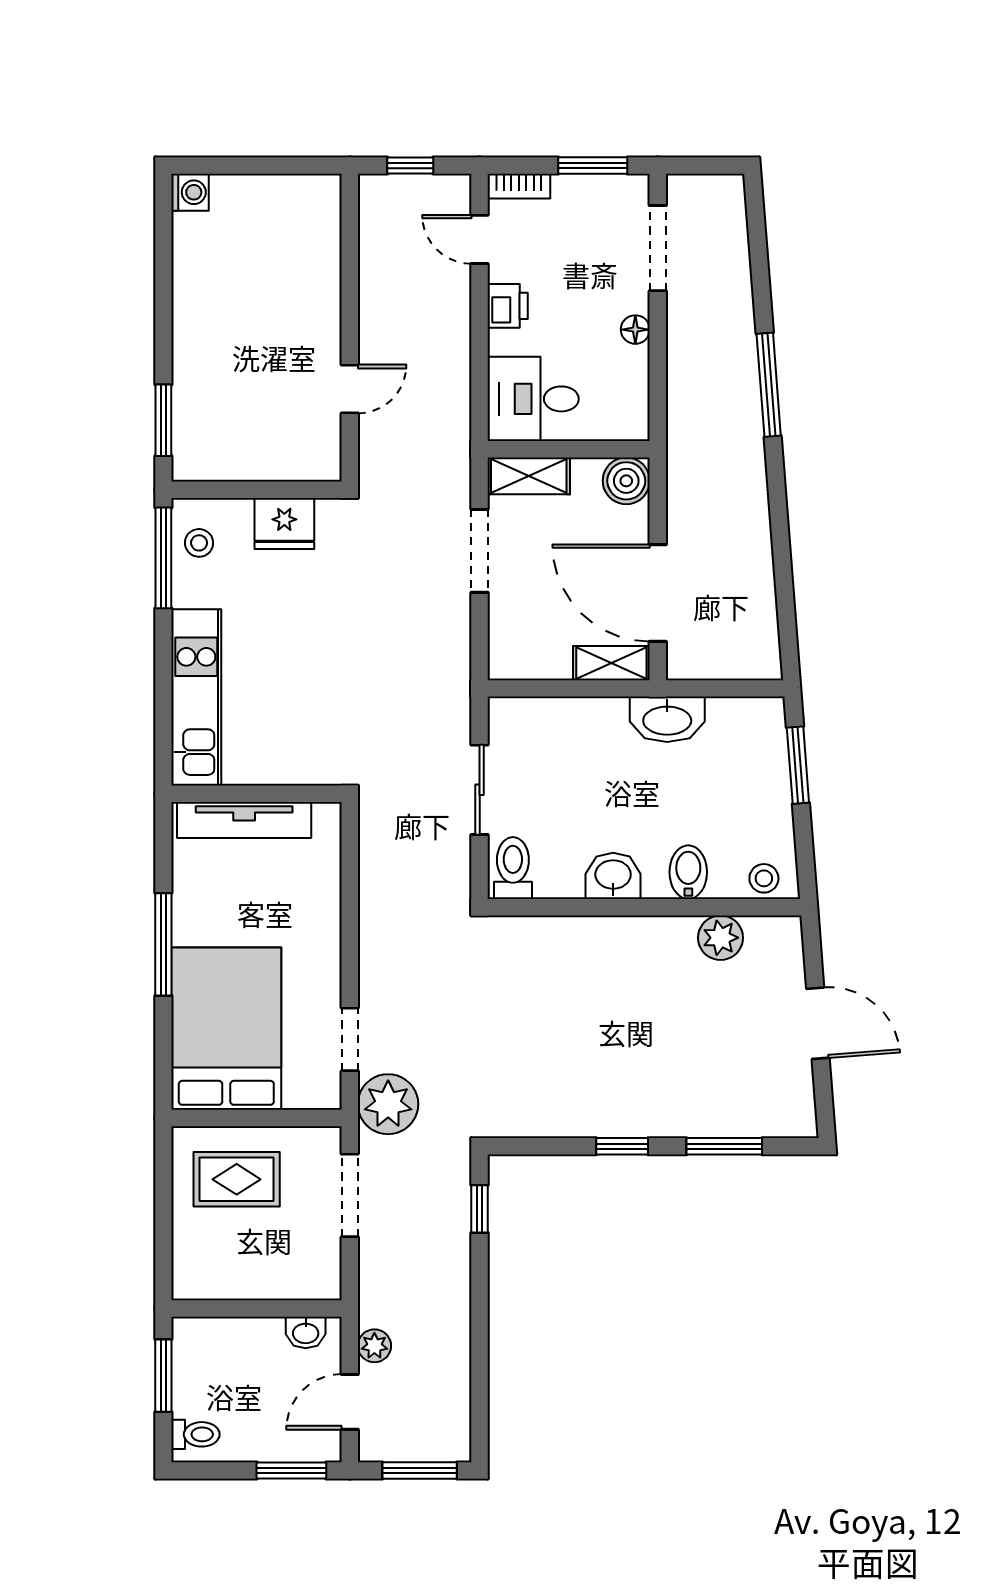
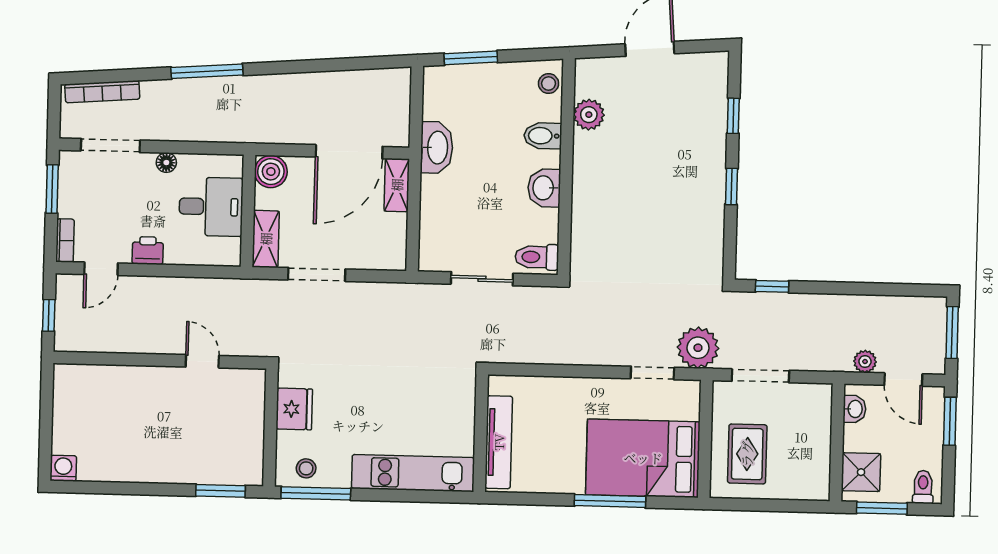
bookcase: (735, 234) -> (102, 92), added
desk: (533, 399) -> (211, 207), moved, turned -90
window: (163, 944) -> (610, 501), moved
window: (724, 1146) -> (733, 116), width x0.67
shower: (215, 1344) -> (861, 472), added

